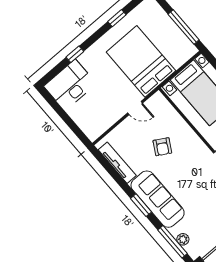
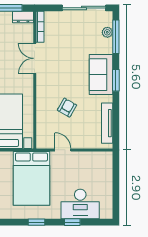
window: (117, 18) -> (37, 222), moved
desk: (70, 85) -> (80, 204), moved
sofa: (158, 199) -> (101, 75), width x0.73

